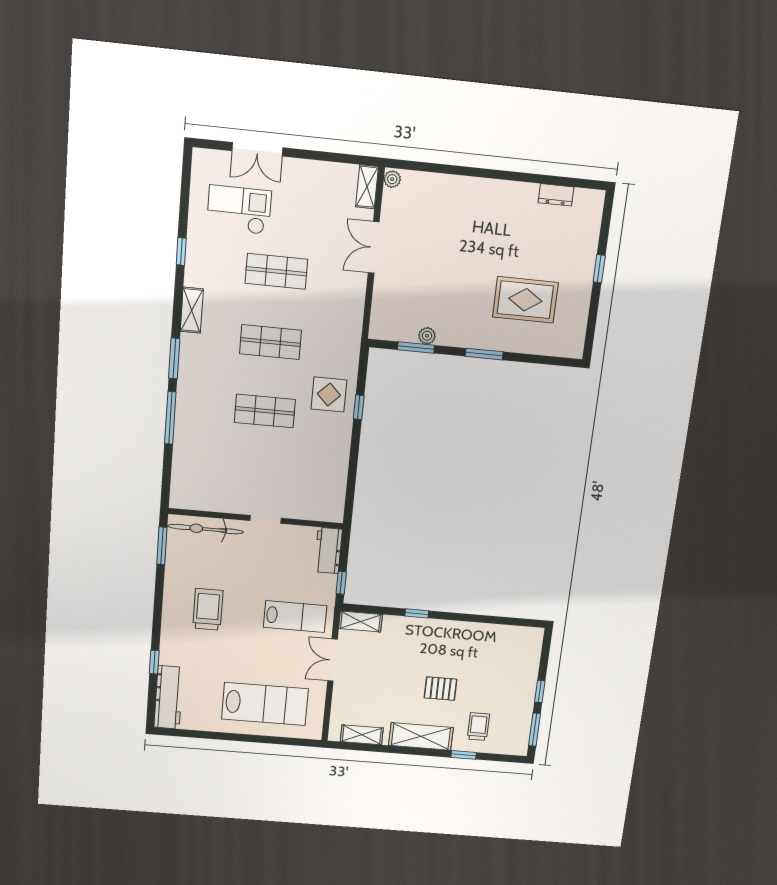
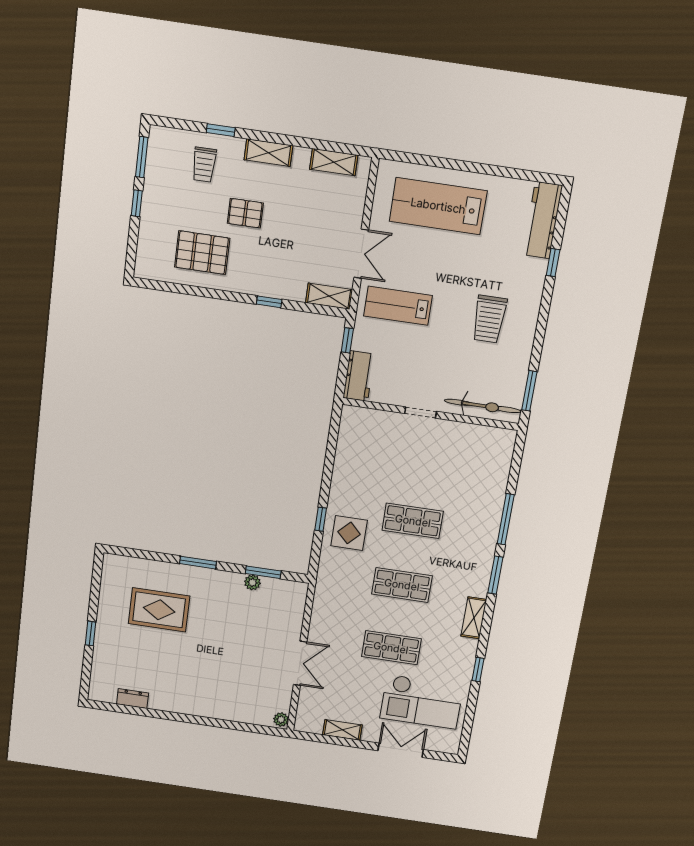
shelving: (367, 187) -> (342, 730), moved, turned 90
checkout: (239, 210) -> (422, 702), width x1.36, depth x1.21
pallet: (480, 653) -> (202, 253), added
shelving: (421, 736) -> (268, 153), width x0.67, depth x0.75

